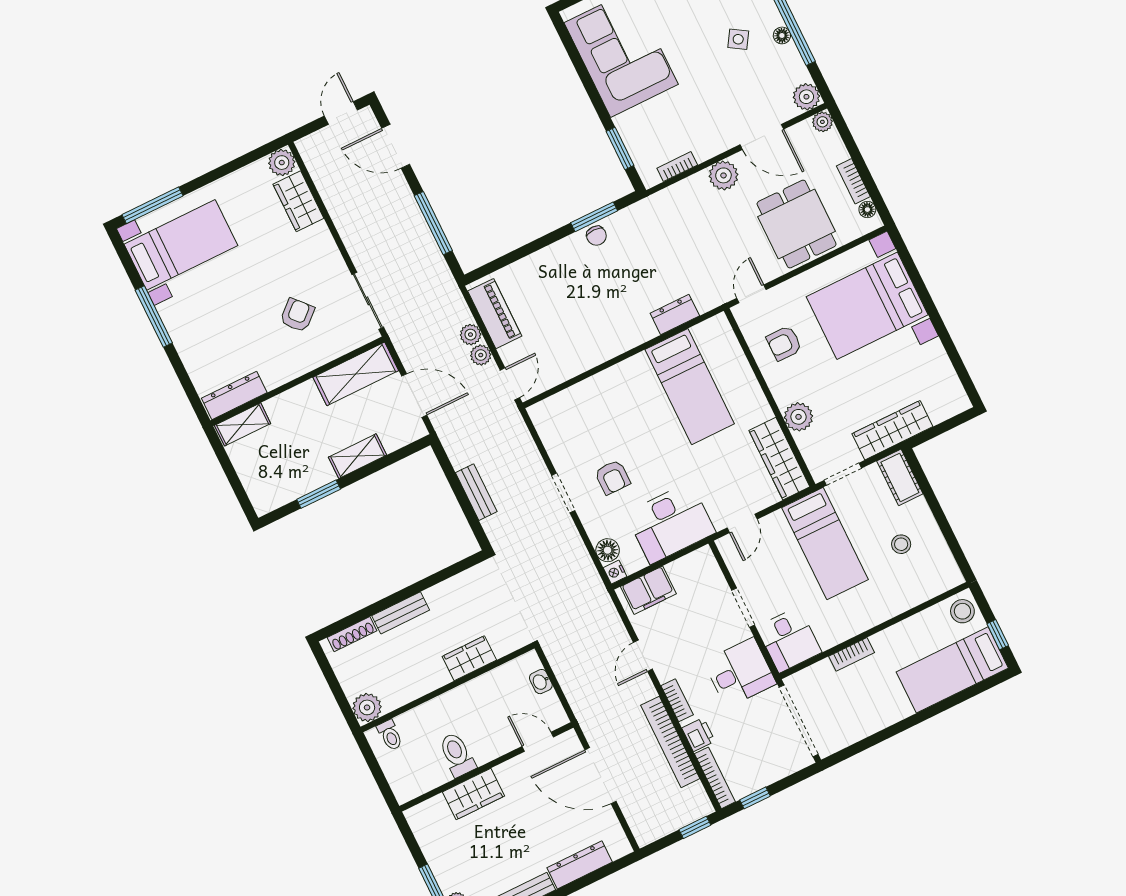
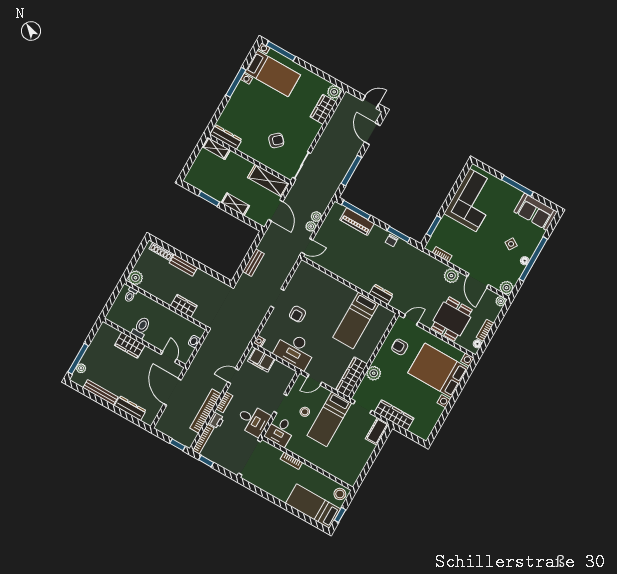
window: (505, 260) -> (356, 210), added
piano: (495, 314) -> (357, 222), moved, turned 90
stool: (901, 544) -> (305, 412), moved
floor lamp: (608, 550) -> (266, 332), removed

